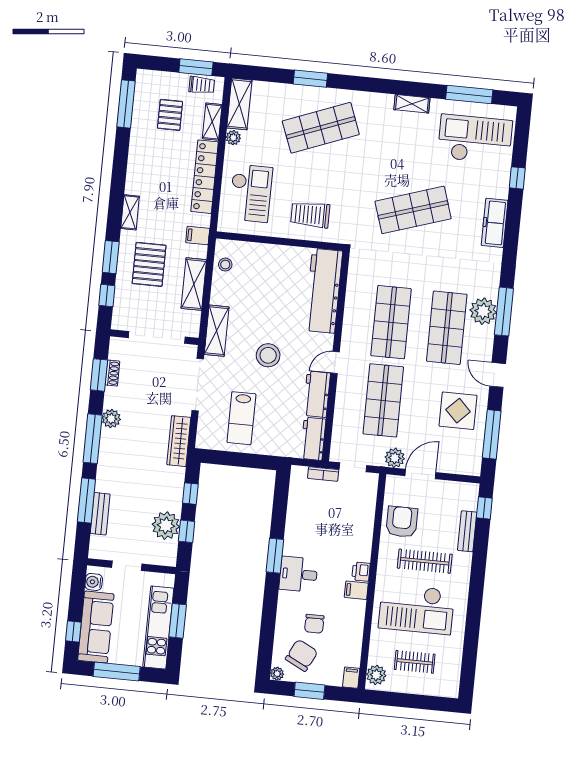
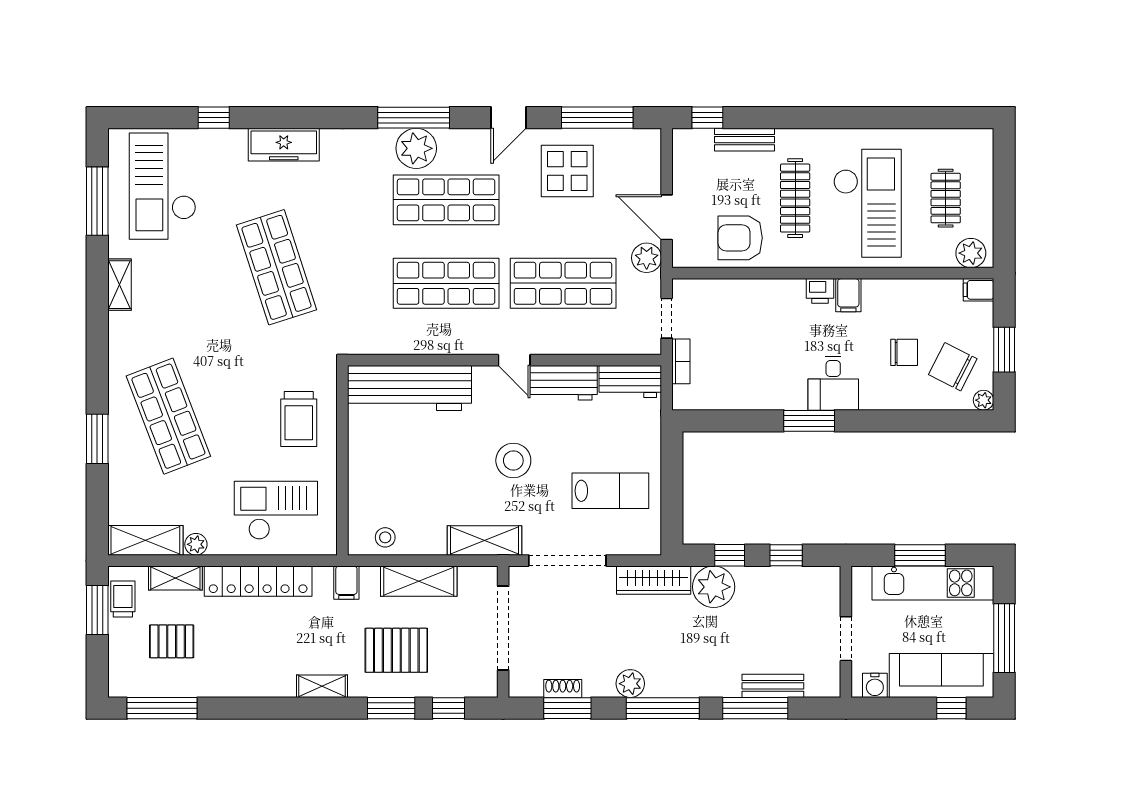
plant: (166, 526) -> (714, 587), moved

